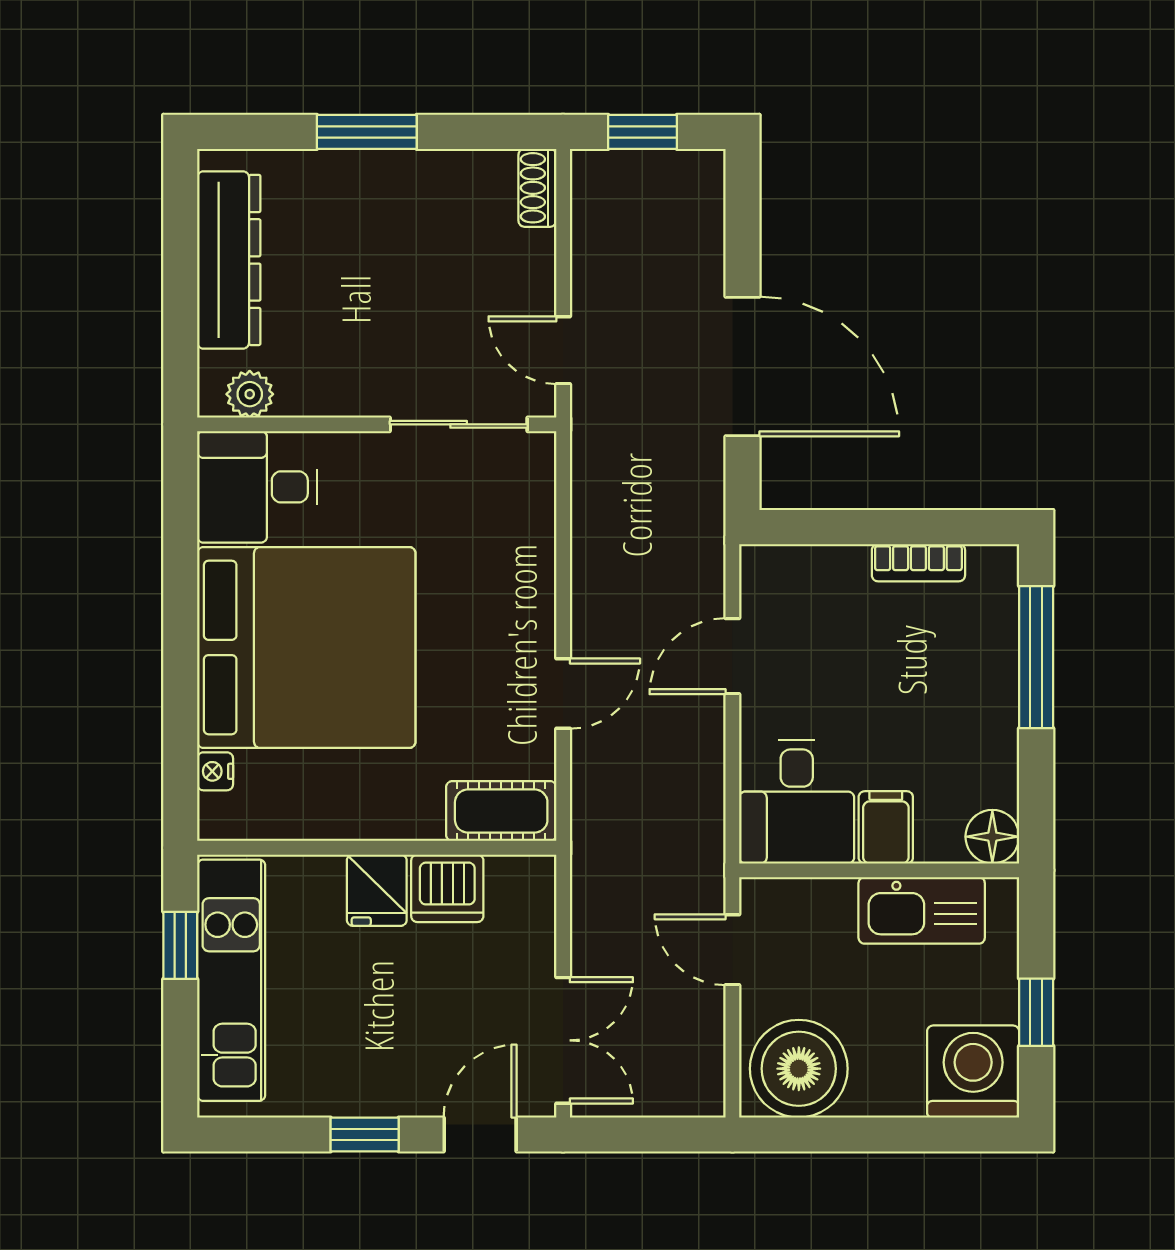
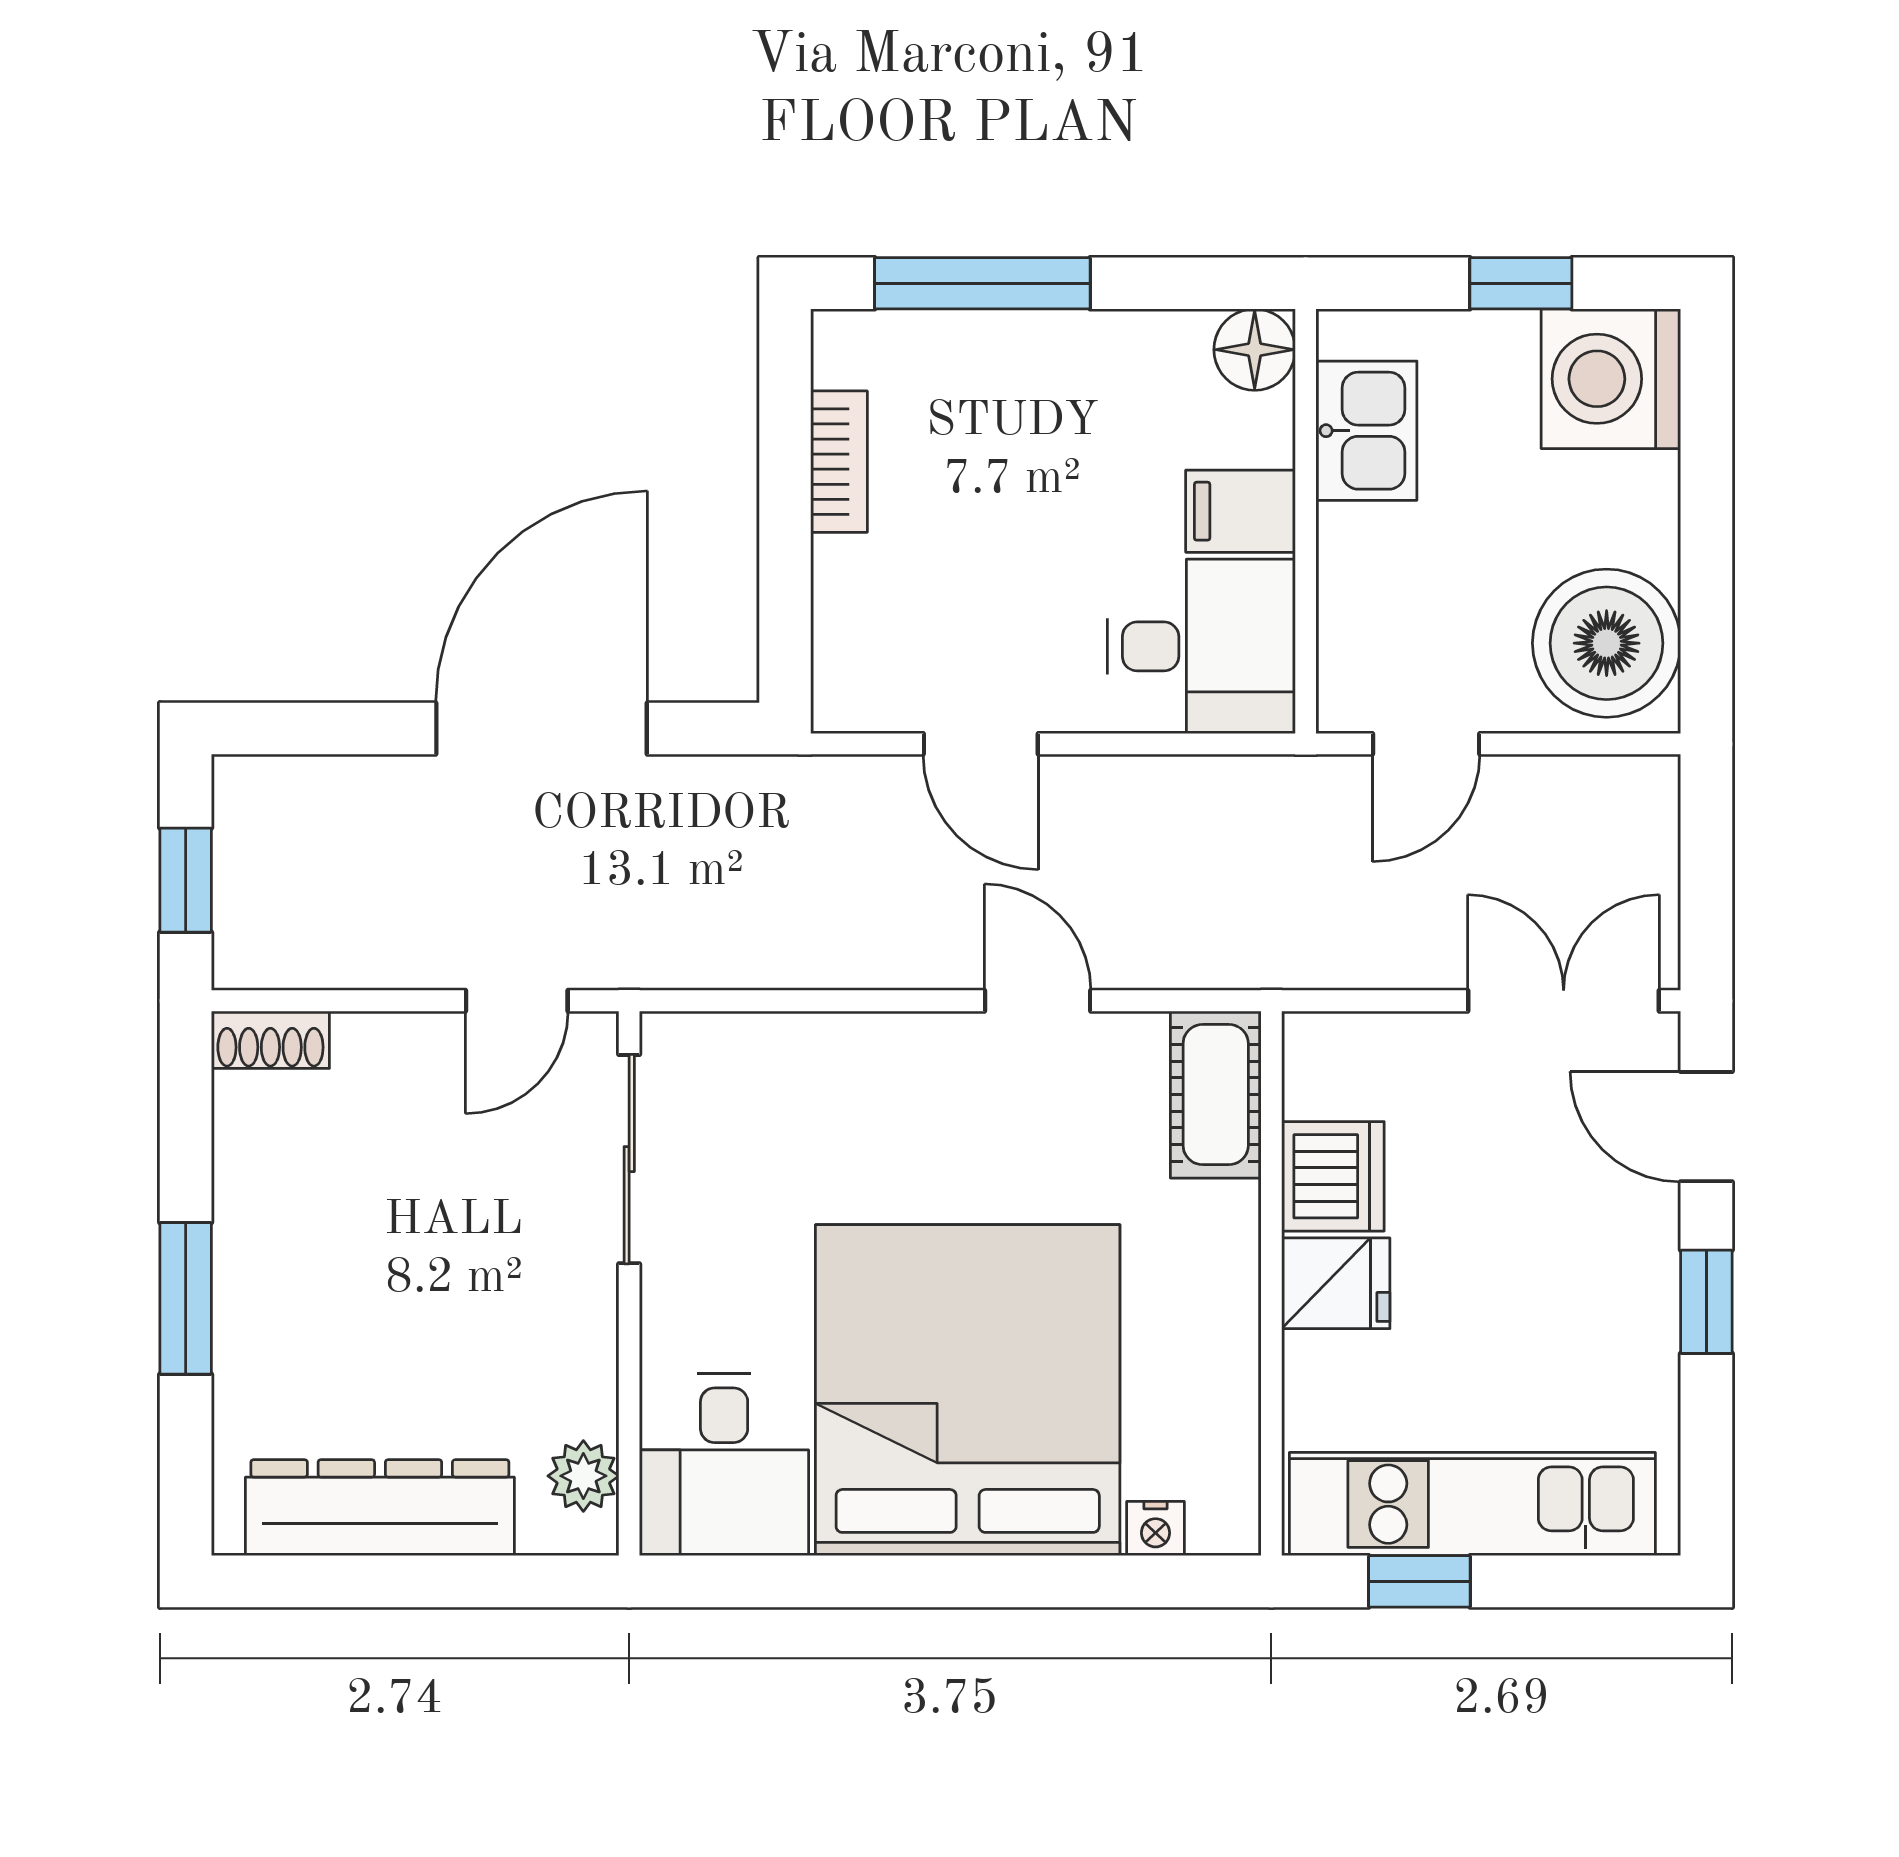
kitchen sink: (922, 910) -> (1366, 431), width x0.73

